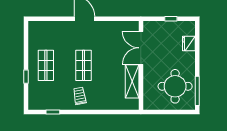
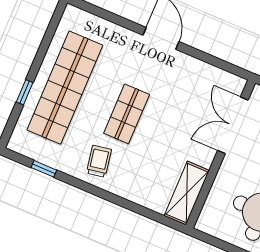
shop shelf: (46, 65) -> (65, 88), width x2.00, depth x1.36
shelving: (132, 81) -> (187, 193), moved

